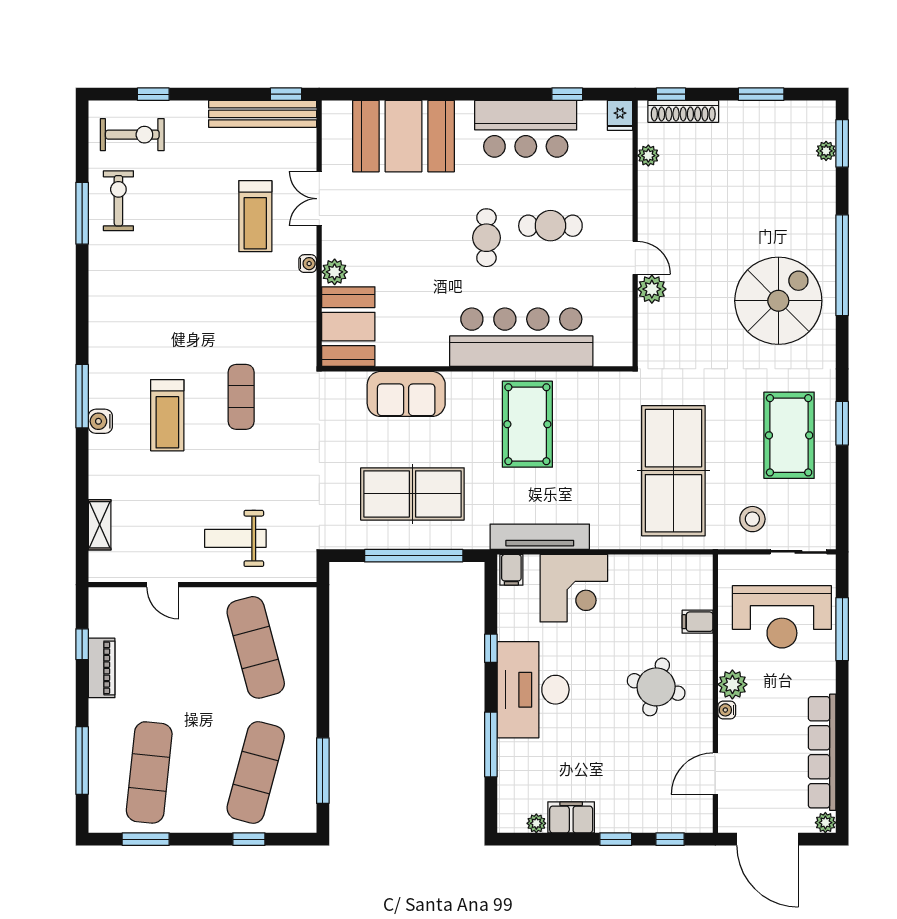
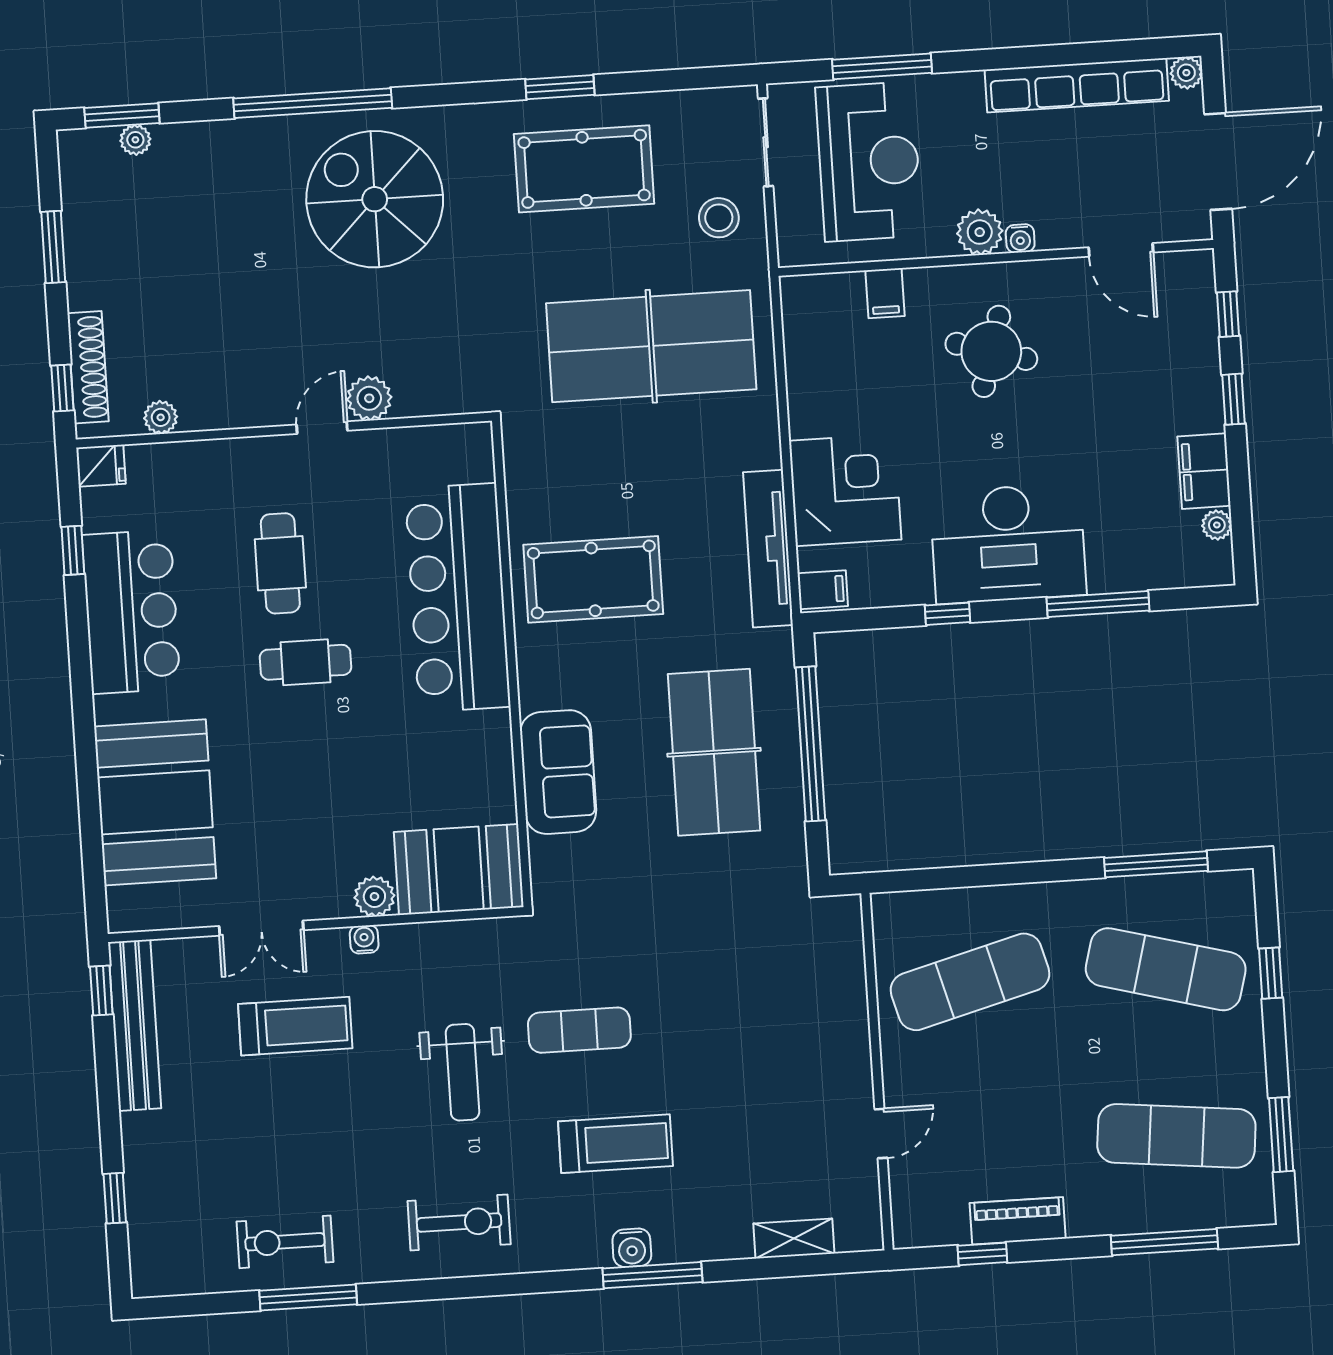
exercise bike: (132, 135) -> (459, 1223), moved, turned 90
window: (82, 396) -> (652, 1275), moved
weight bench: (235, 538) -> (462, 1072), moved

